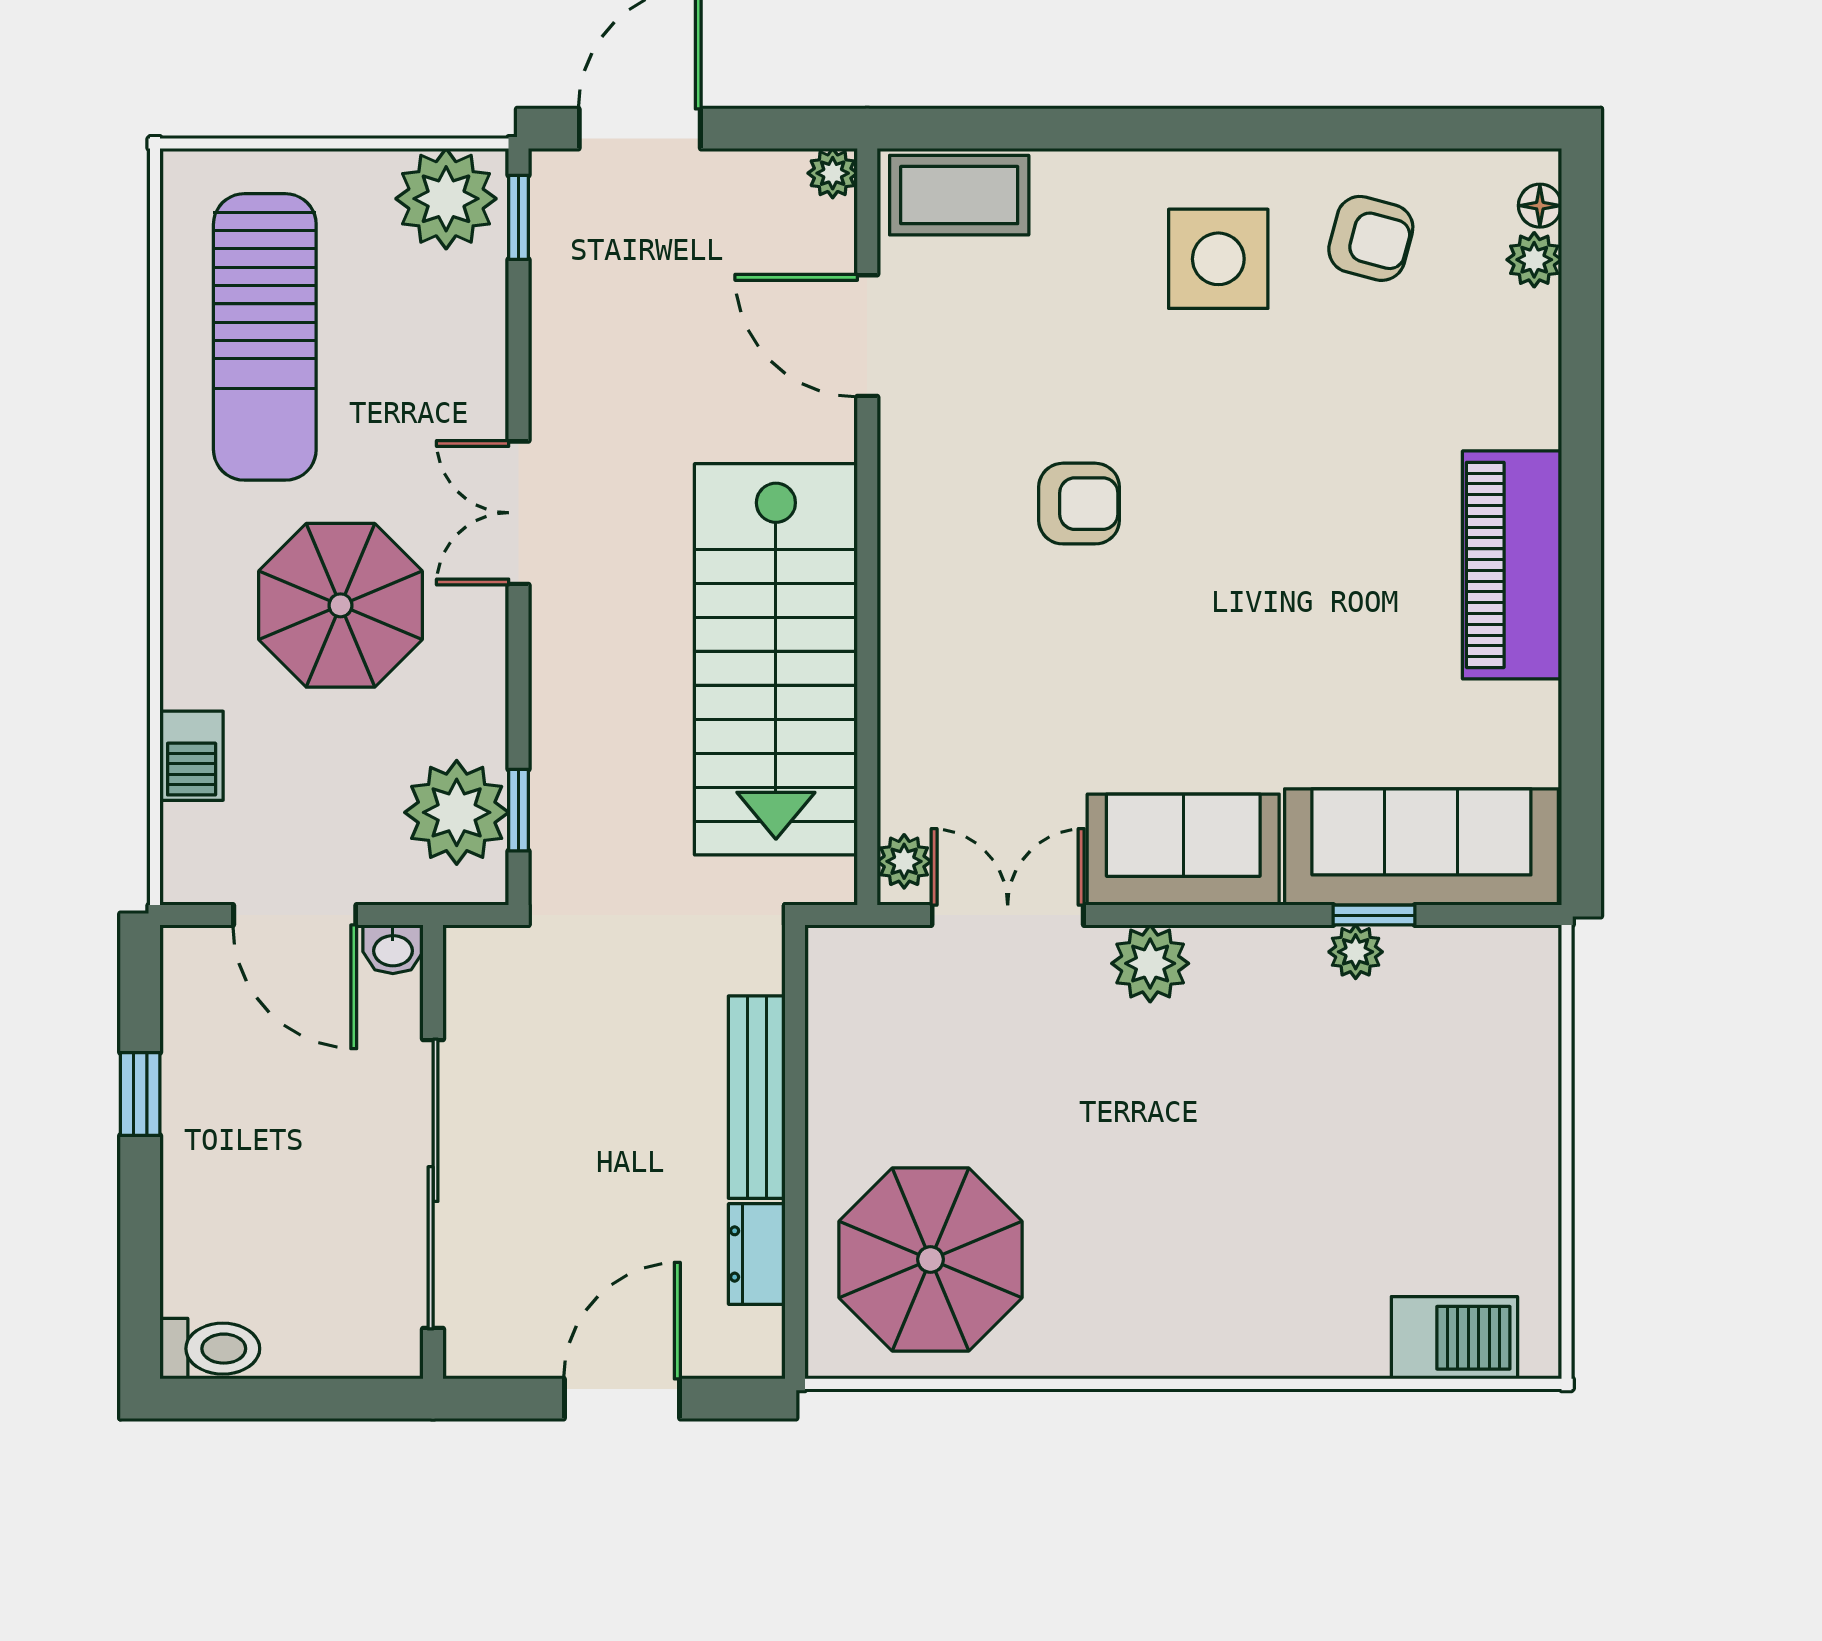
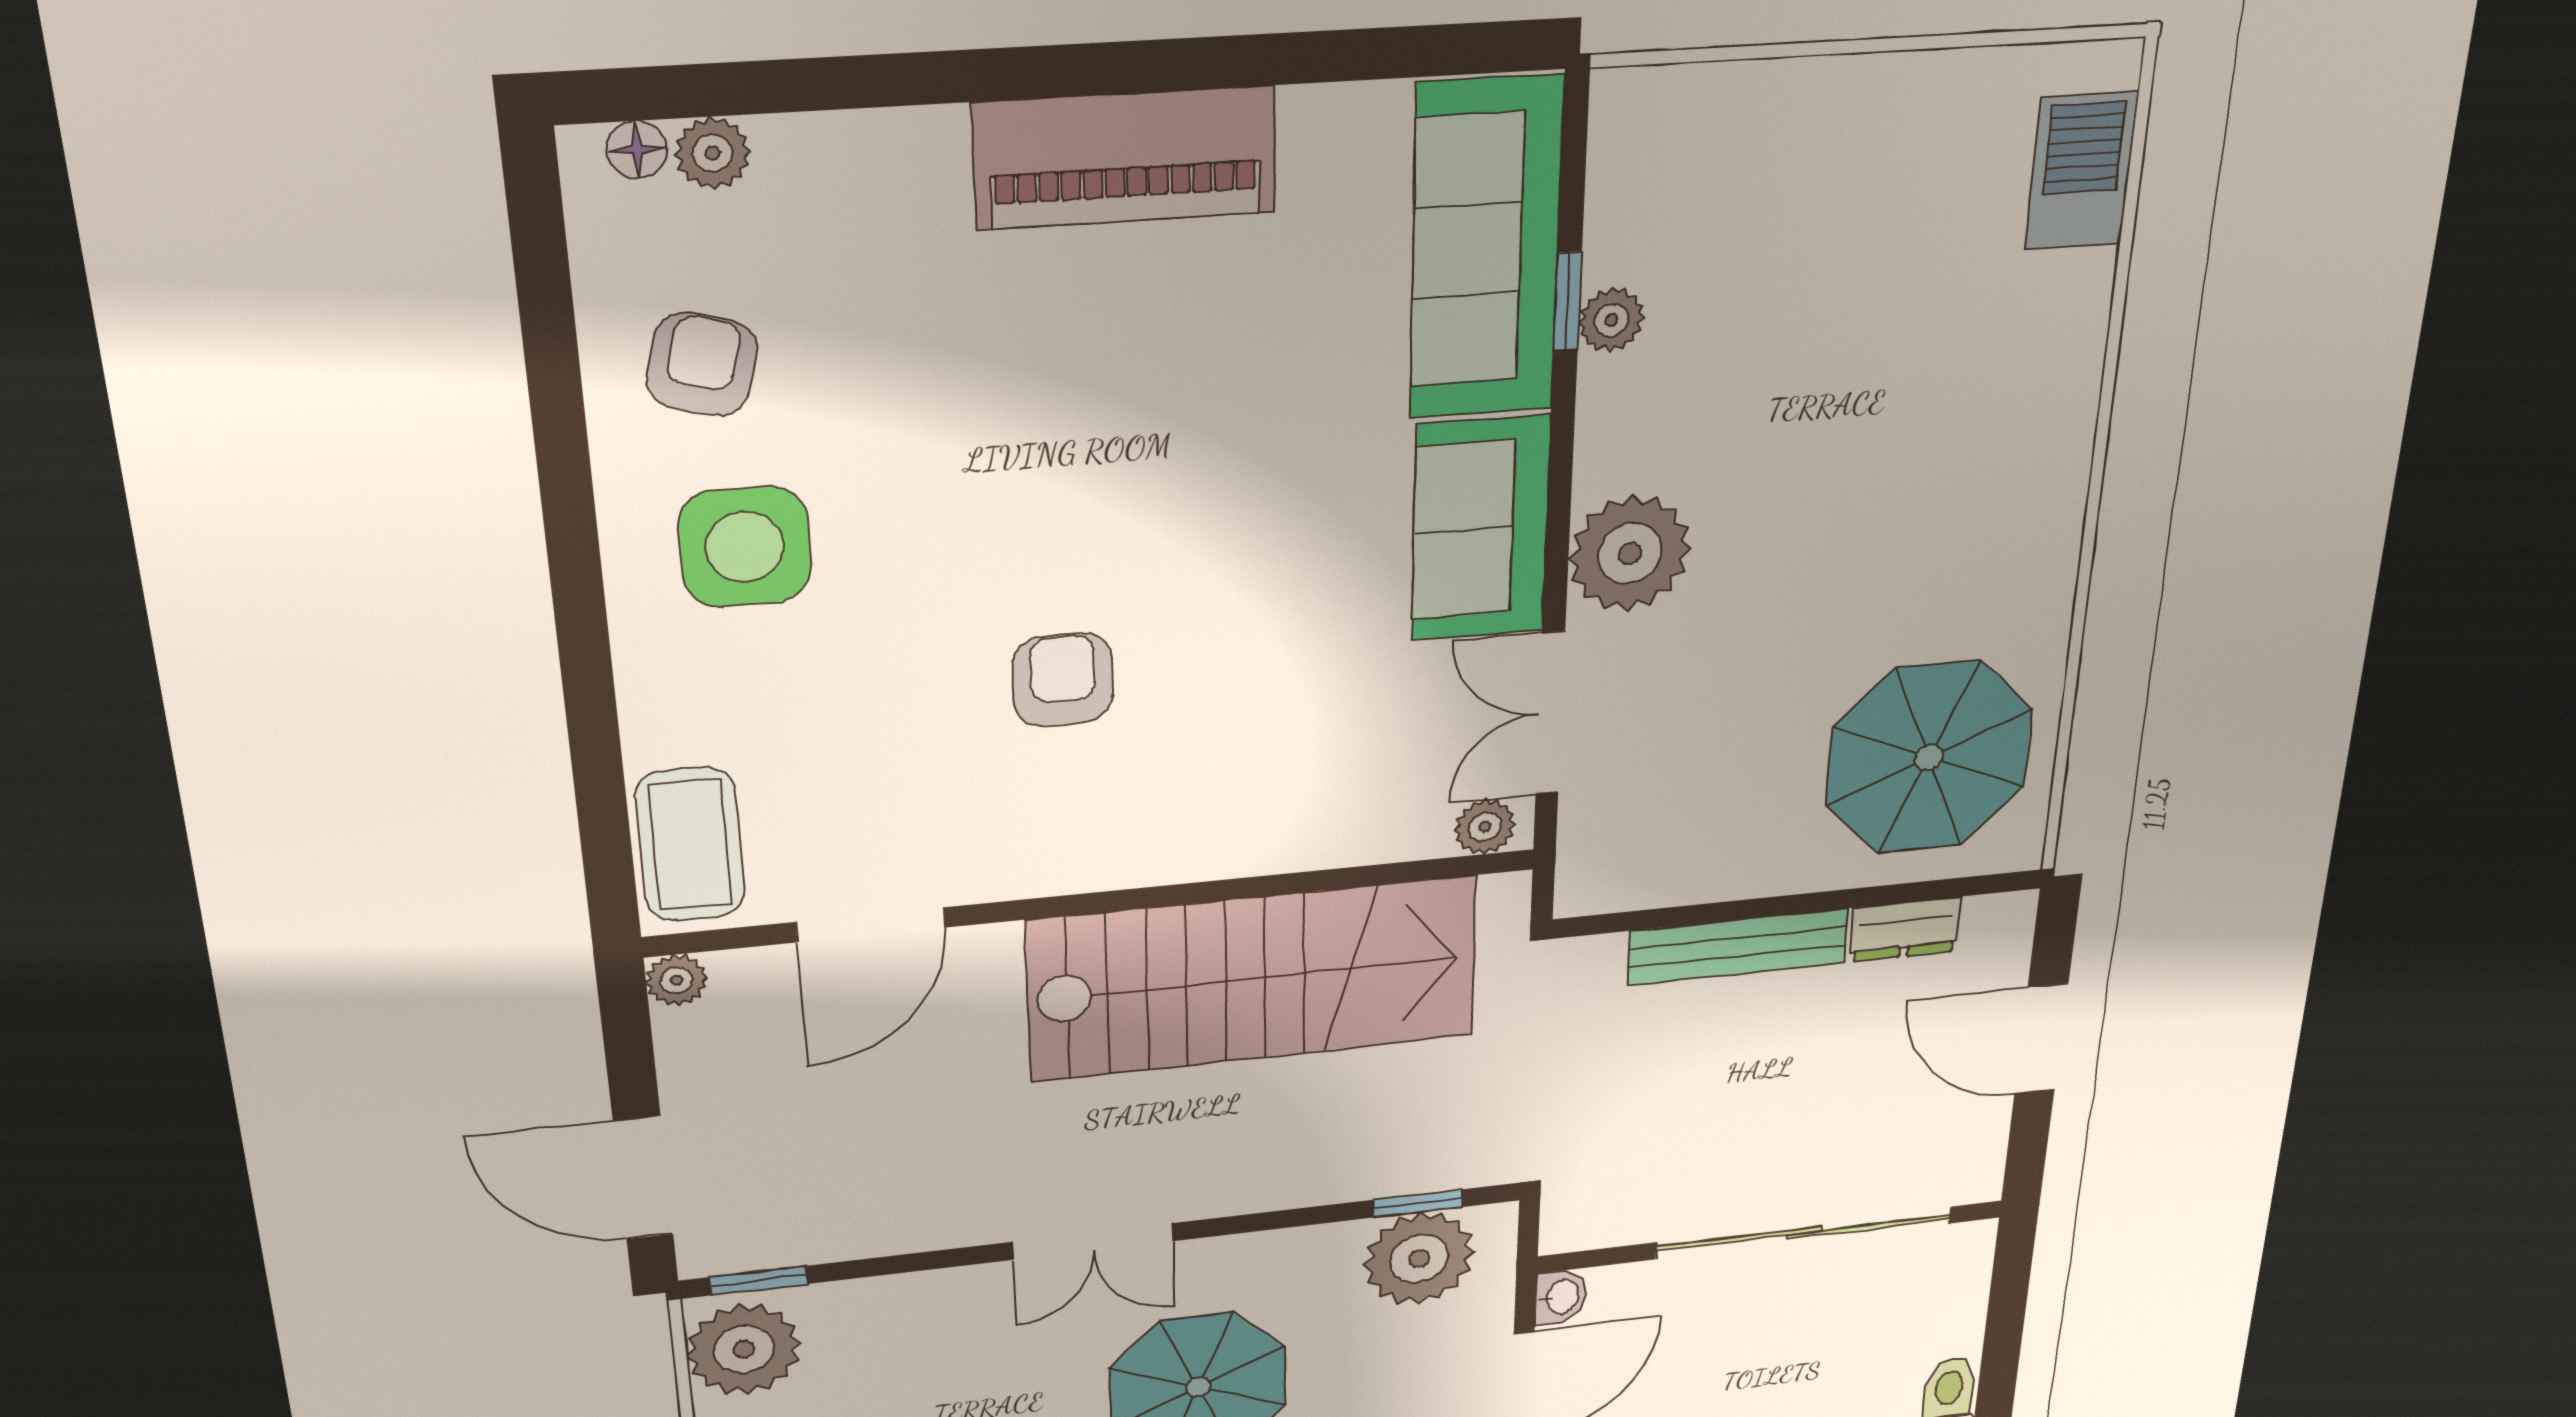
plant: (1150, 963) -> (1630, 553), width x1.36, depth x1.36

